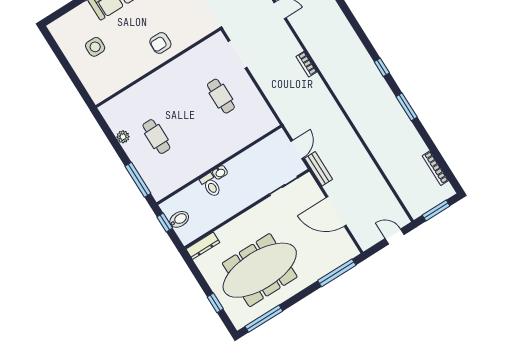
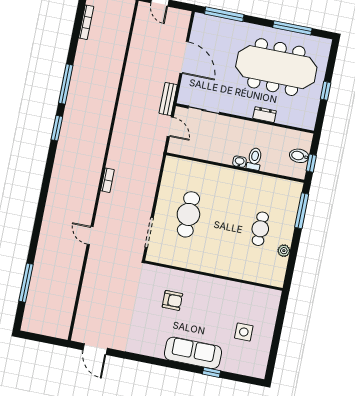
armchair: (160, 43) -> (172, 300), moved
window: (382, 67) -> (57, 128), width x1.50
cafe table: (221, 96) -> (188, 214), width x1.37, depth x1.35
window: (407, 107) -> (66, 84), width x1.44
door: (297, 149) -> (170, 127), swing flipped
dresser: (203, 246) -> (265, 115), moved, width x0.70
window: (215, 303) -> (326, 91), moved
window: (264, 319) -> (292, 28), moved

